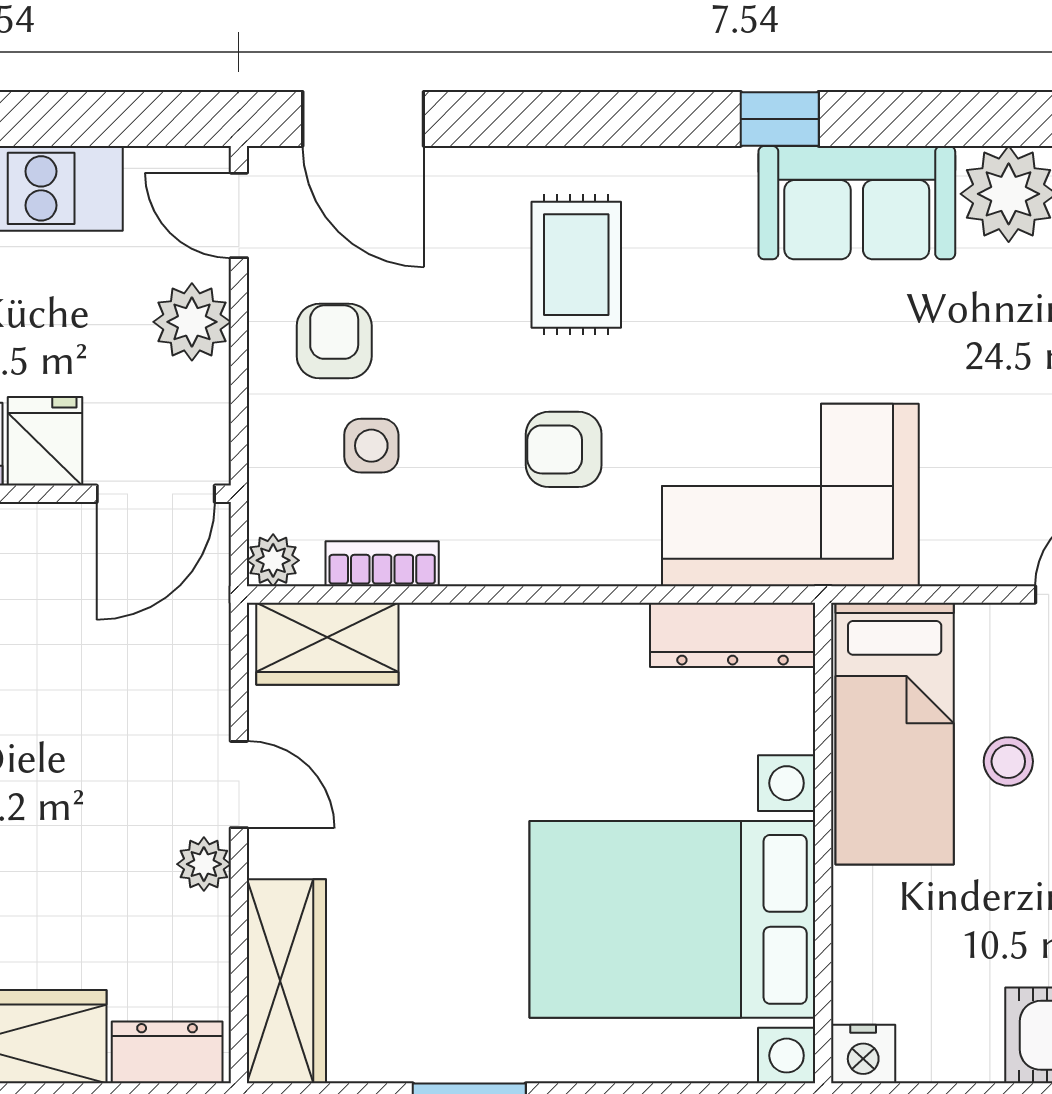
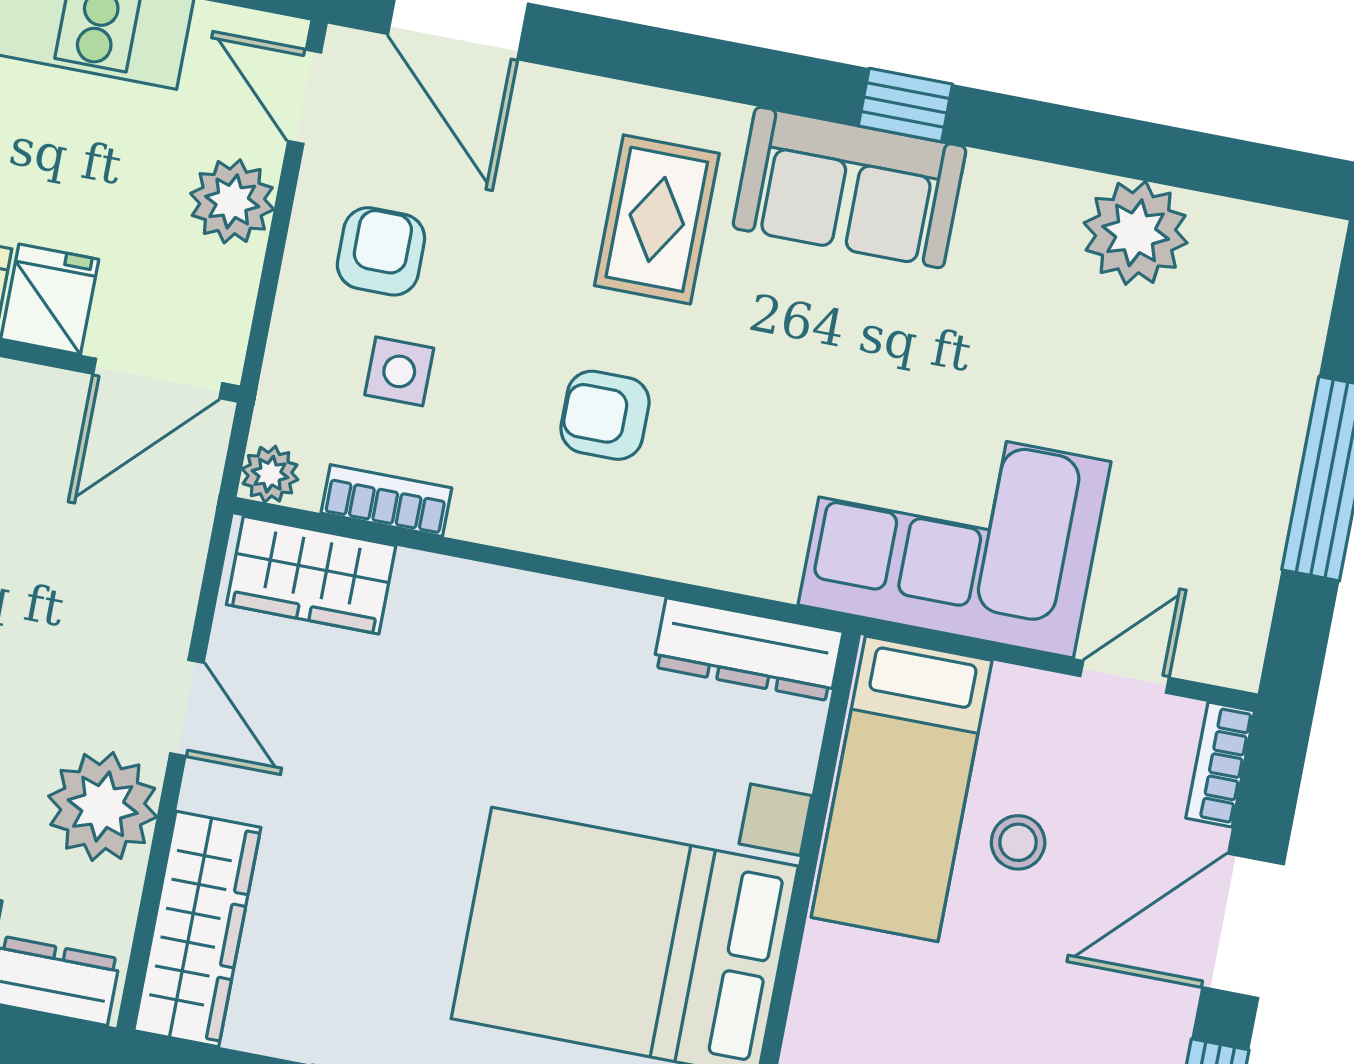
sofa: (857, 203) -> (849, 187), moved
corner sofa: (790, 495) -> (955, 533), moved
plant: (204, 864) -> (103, 807), width x1.88, depth x1.88

